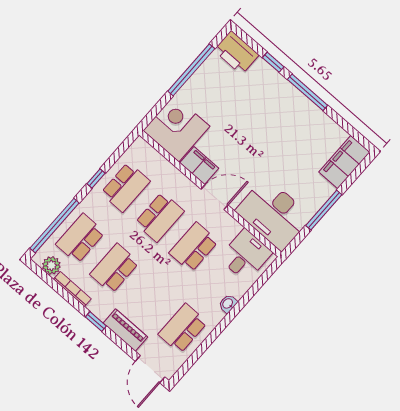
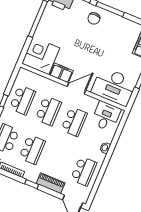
chair: (278, 98) -> (94, 18), added
school desk: (194, 247) -> (74, 122), turned 180
school desk: (114, 268) -> (32, 150), turned 180
school desk: (183, 328) -> (84, 171), turned 180

